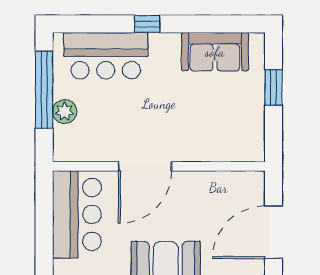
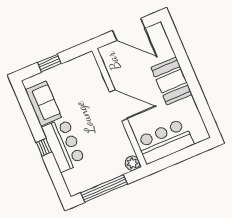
bar counter: (106, 56) -> (63, 145), moved
plant: (65, 112) -> (132, 163), moved
door: (145, 166) -> (118, 105), moved

